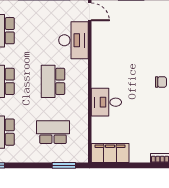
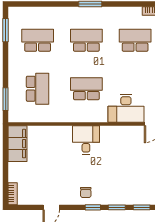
desk: (106, 102) -> (86, 140), moved

